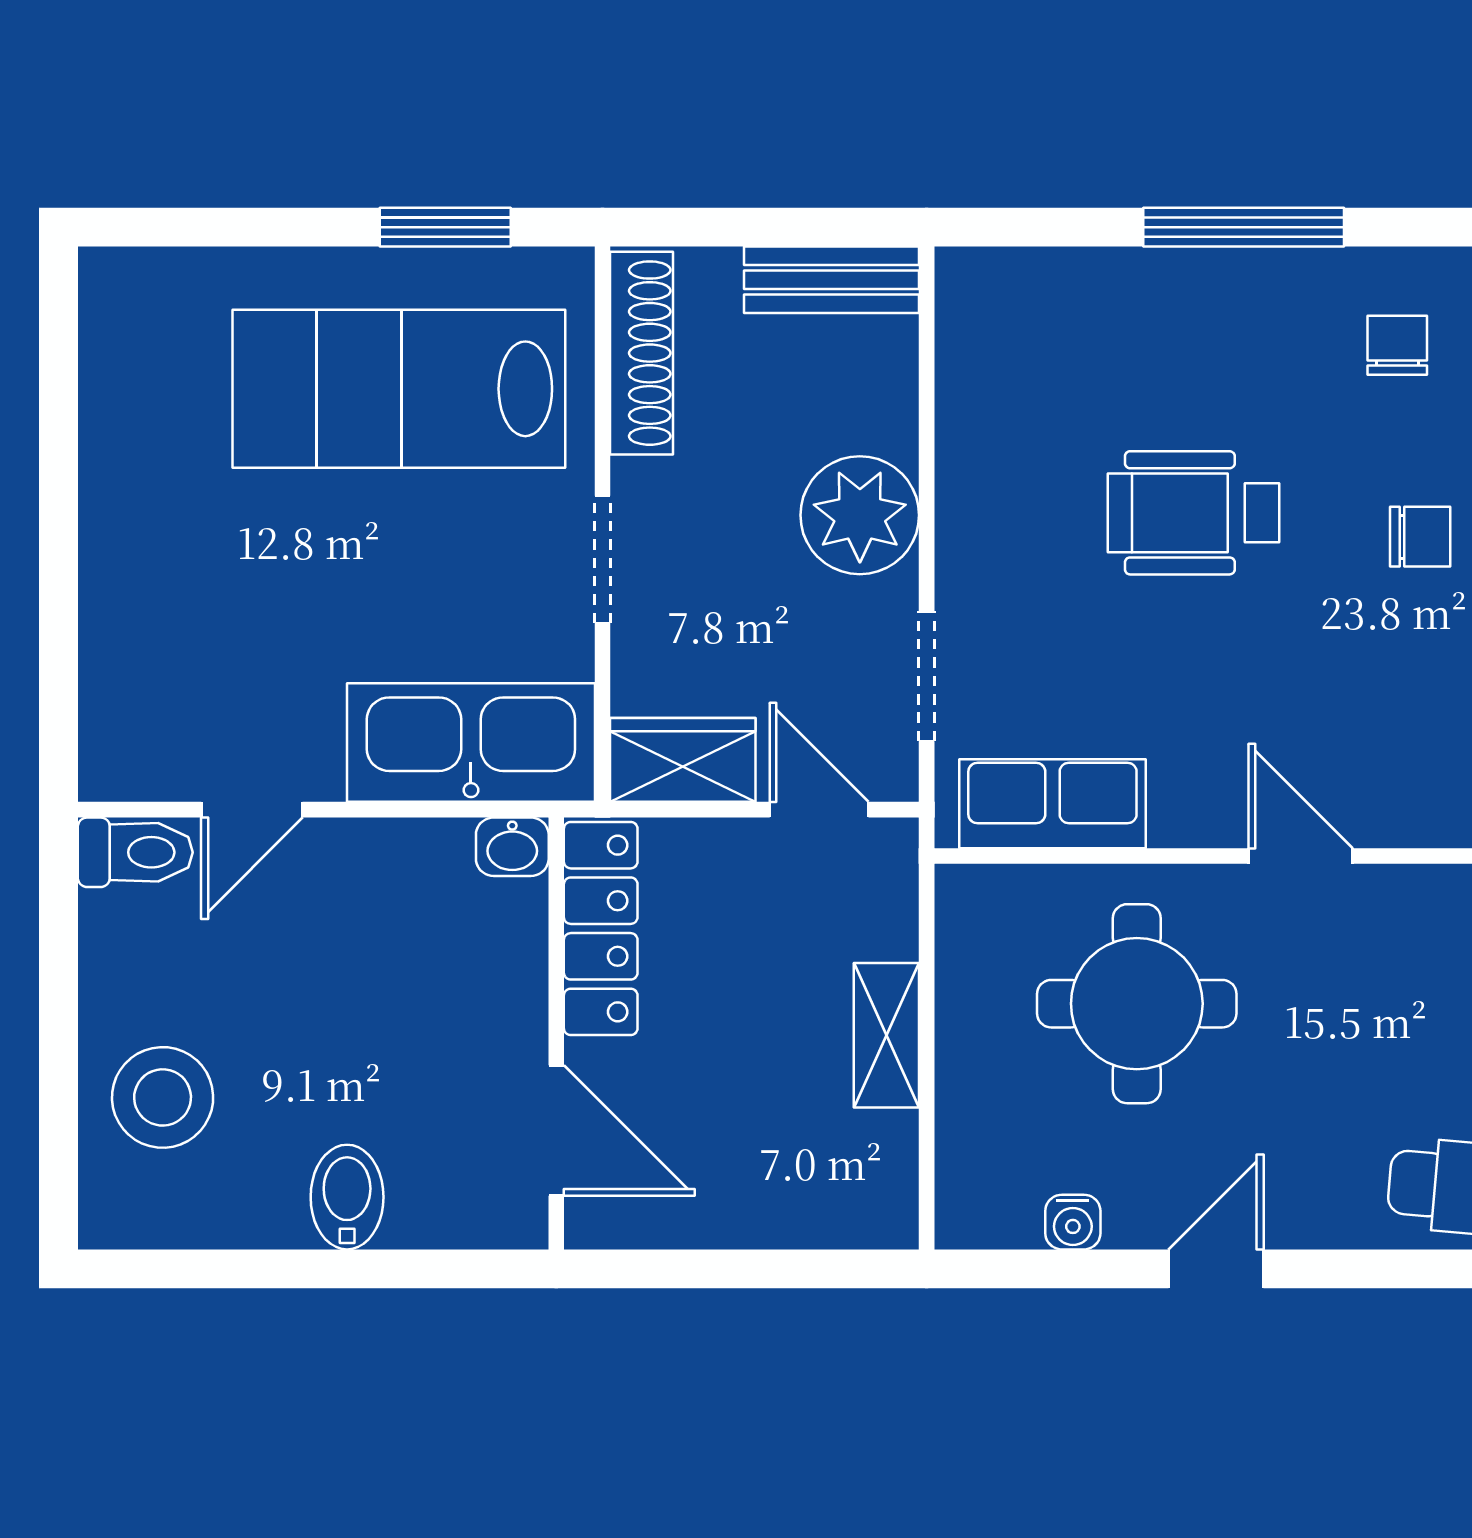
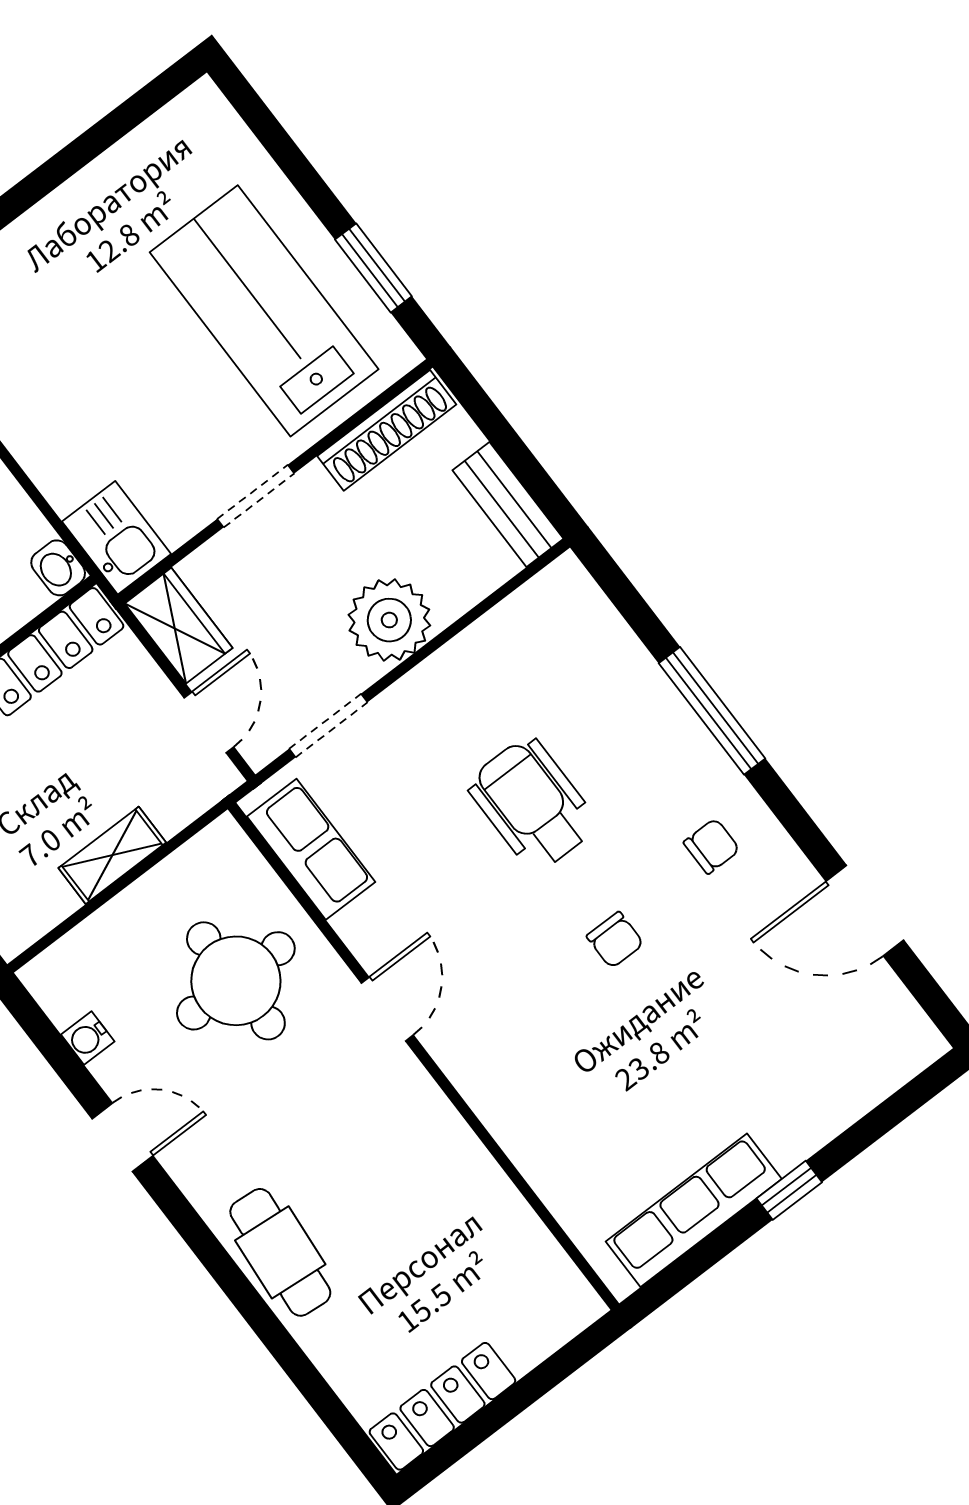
kitchen sink: (471, 743) -> (117, 538), width x0.53, depth x0.81

